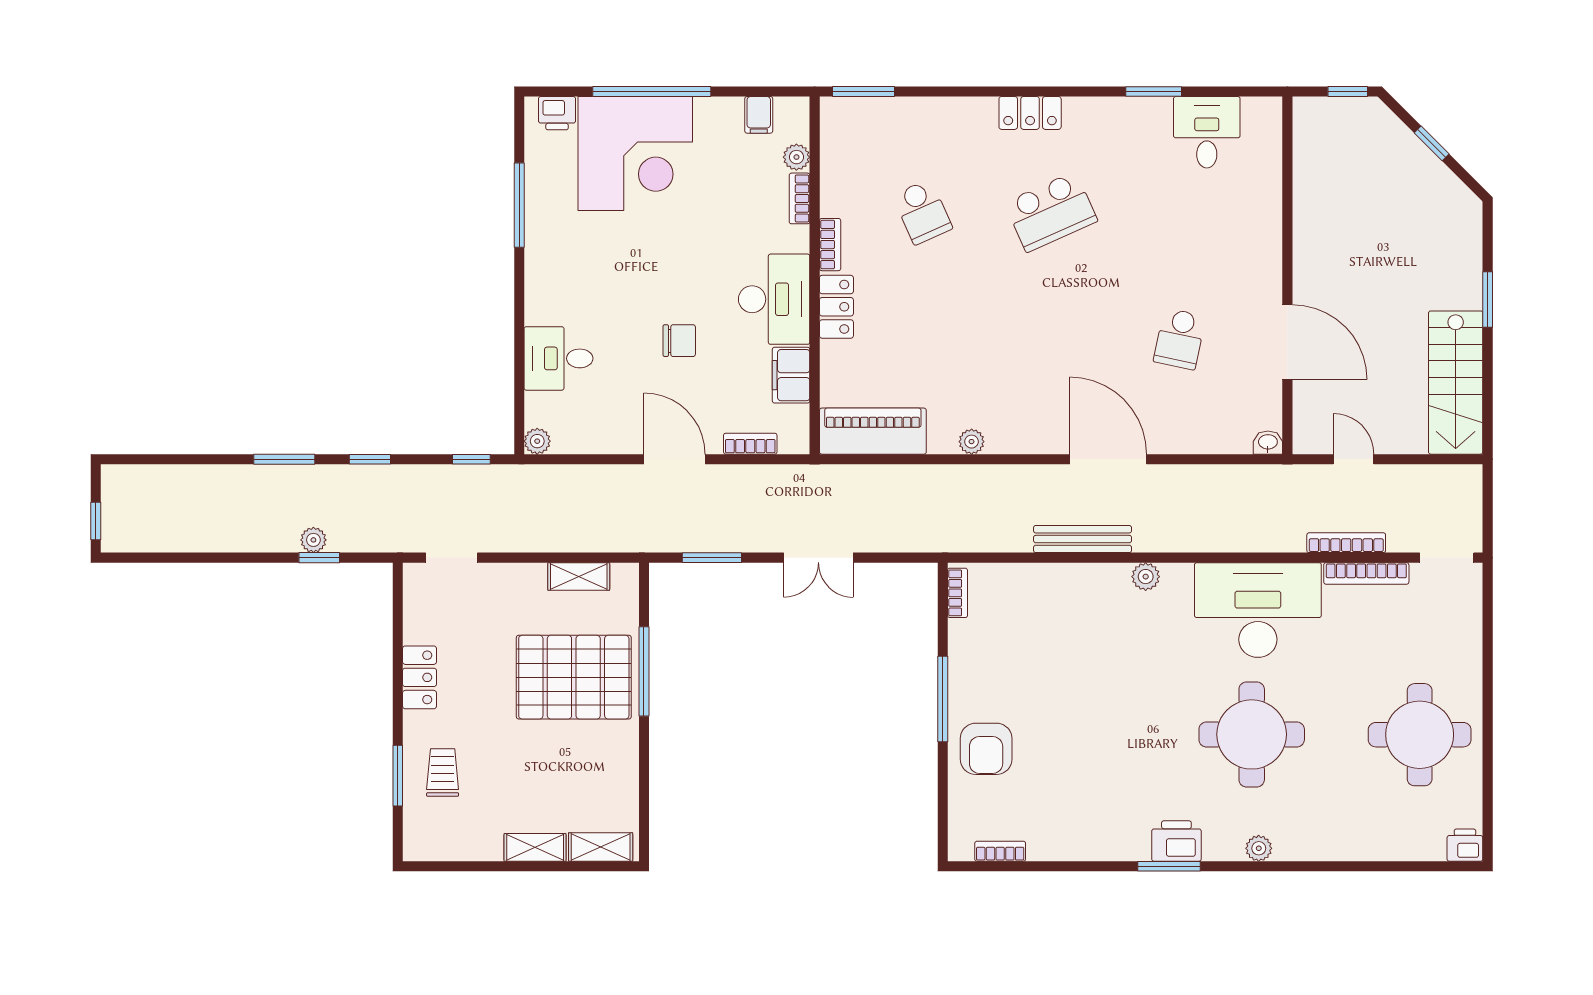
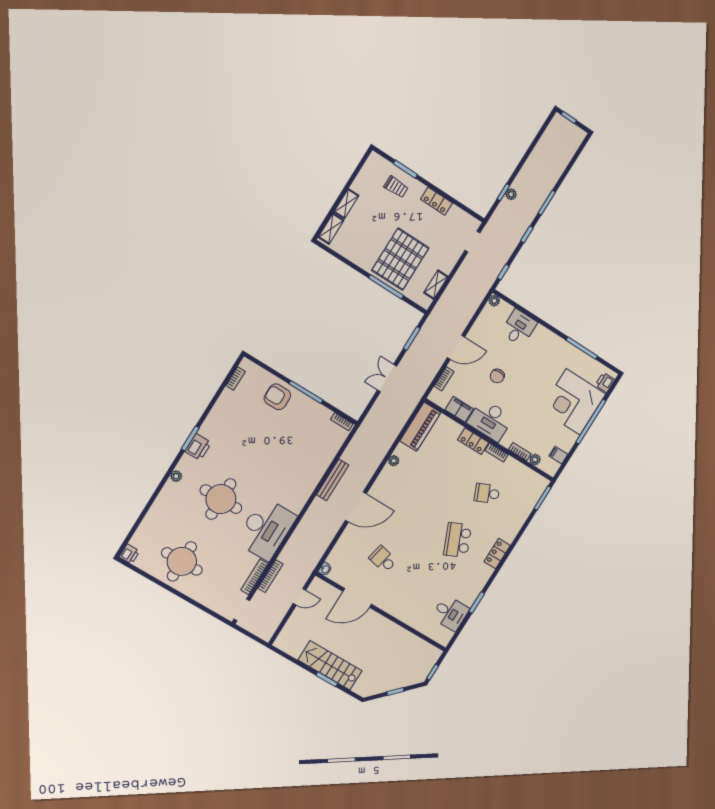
stairs: (1456, 383) -> (330, 665), moved
plant: (1146, 577) -> (304, 495), removed

